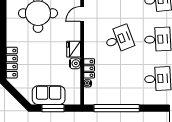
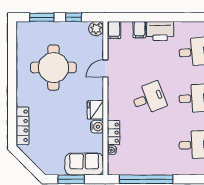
sofa: (49, 95) -> (84, 164), moved

